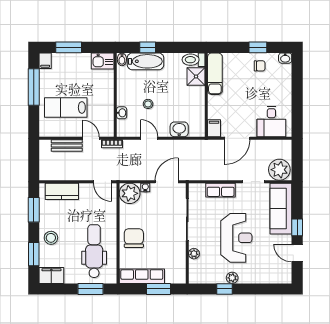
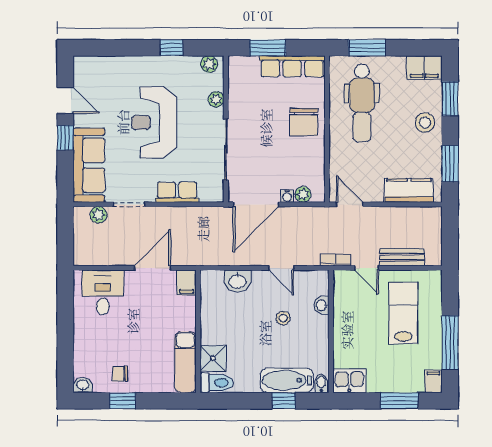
lab bench: (66, 107) -> (403, 313), turned -90
plant: (279, 170) -> (98, 215), width x0.53, depth x0.53
door: (167, 182) -> (256, 204), width x1.36
plant: (130, 193) -> (303, 194), width x0.53, depth x0.53
plant: (232, 278) -> (209, 64), moved

